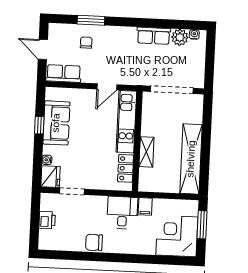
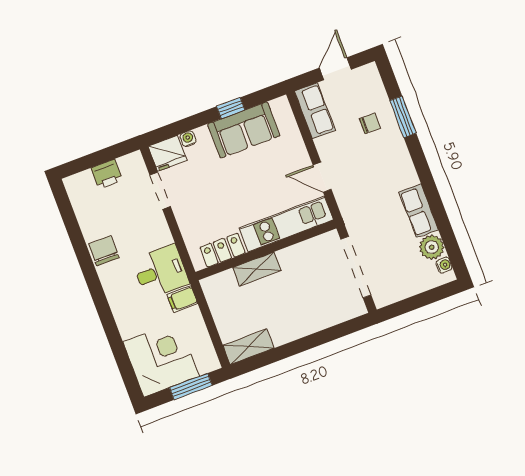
shelving: (191, 159) -> (248, 347), width x0.45, depth x0.75

